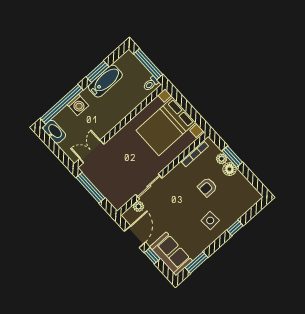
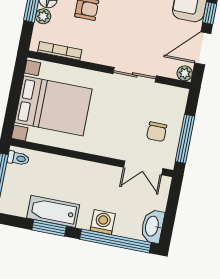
chair: (107, 175) -> (157, 132), added
plant: (138, 206) -> (185, 73), moved

